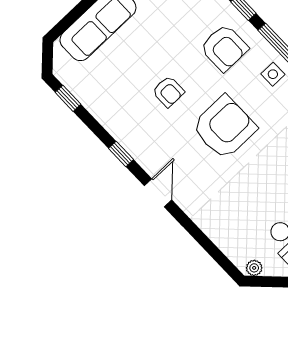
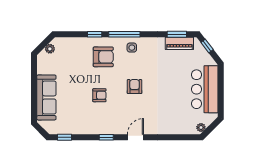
armchair: (224, 127) -> (135, 87), width x0.53, depth x0.53
door: (158, 193) -> (135, 137), hinge flipped

